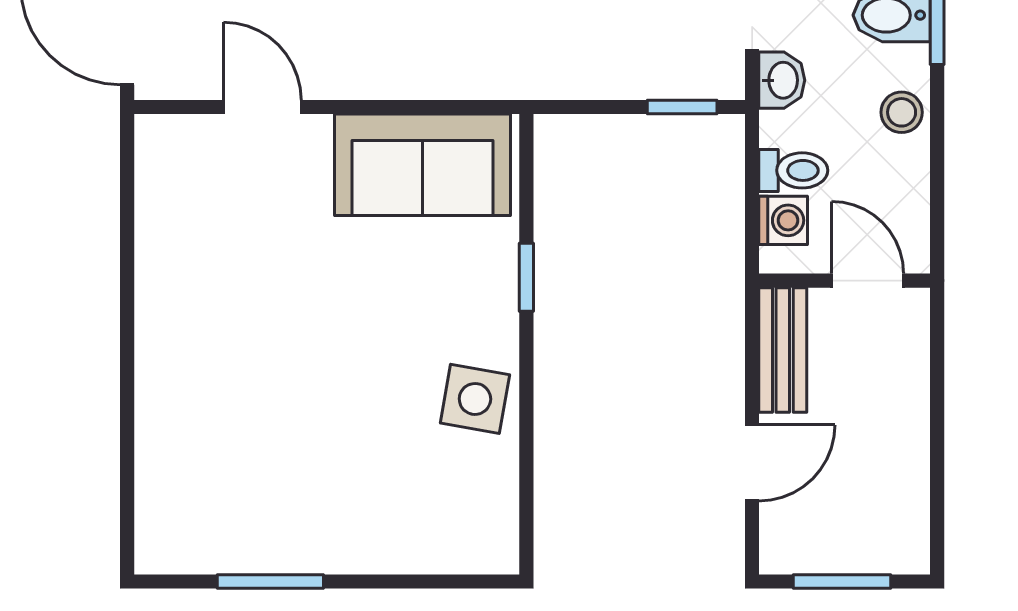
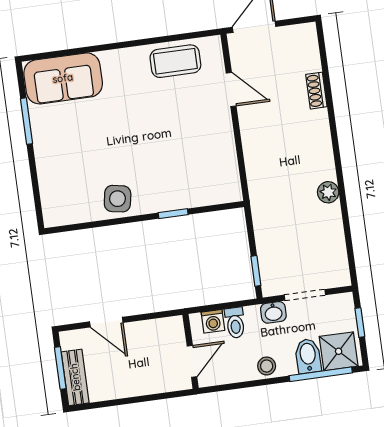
door: (262, 107) -> (231, 90), hinge flipped
sofa: (422, 165) -> (63, 78), moved, turned -90
coffee table: (181, 225) -> (175, 61), added
bench: (783, 350) -> (75, 377), moved, turned 90

